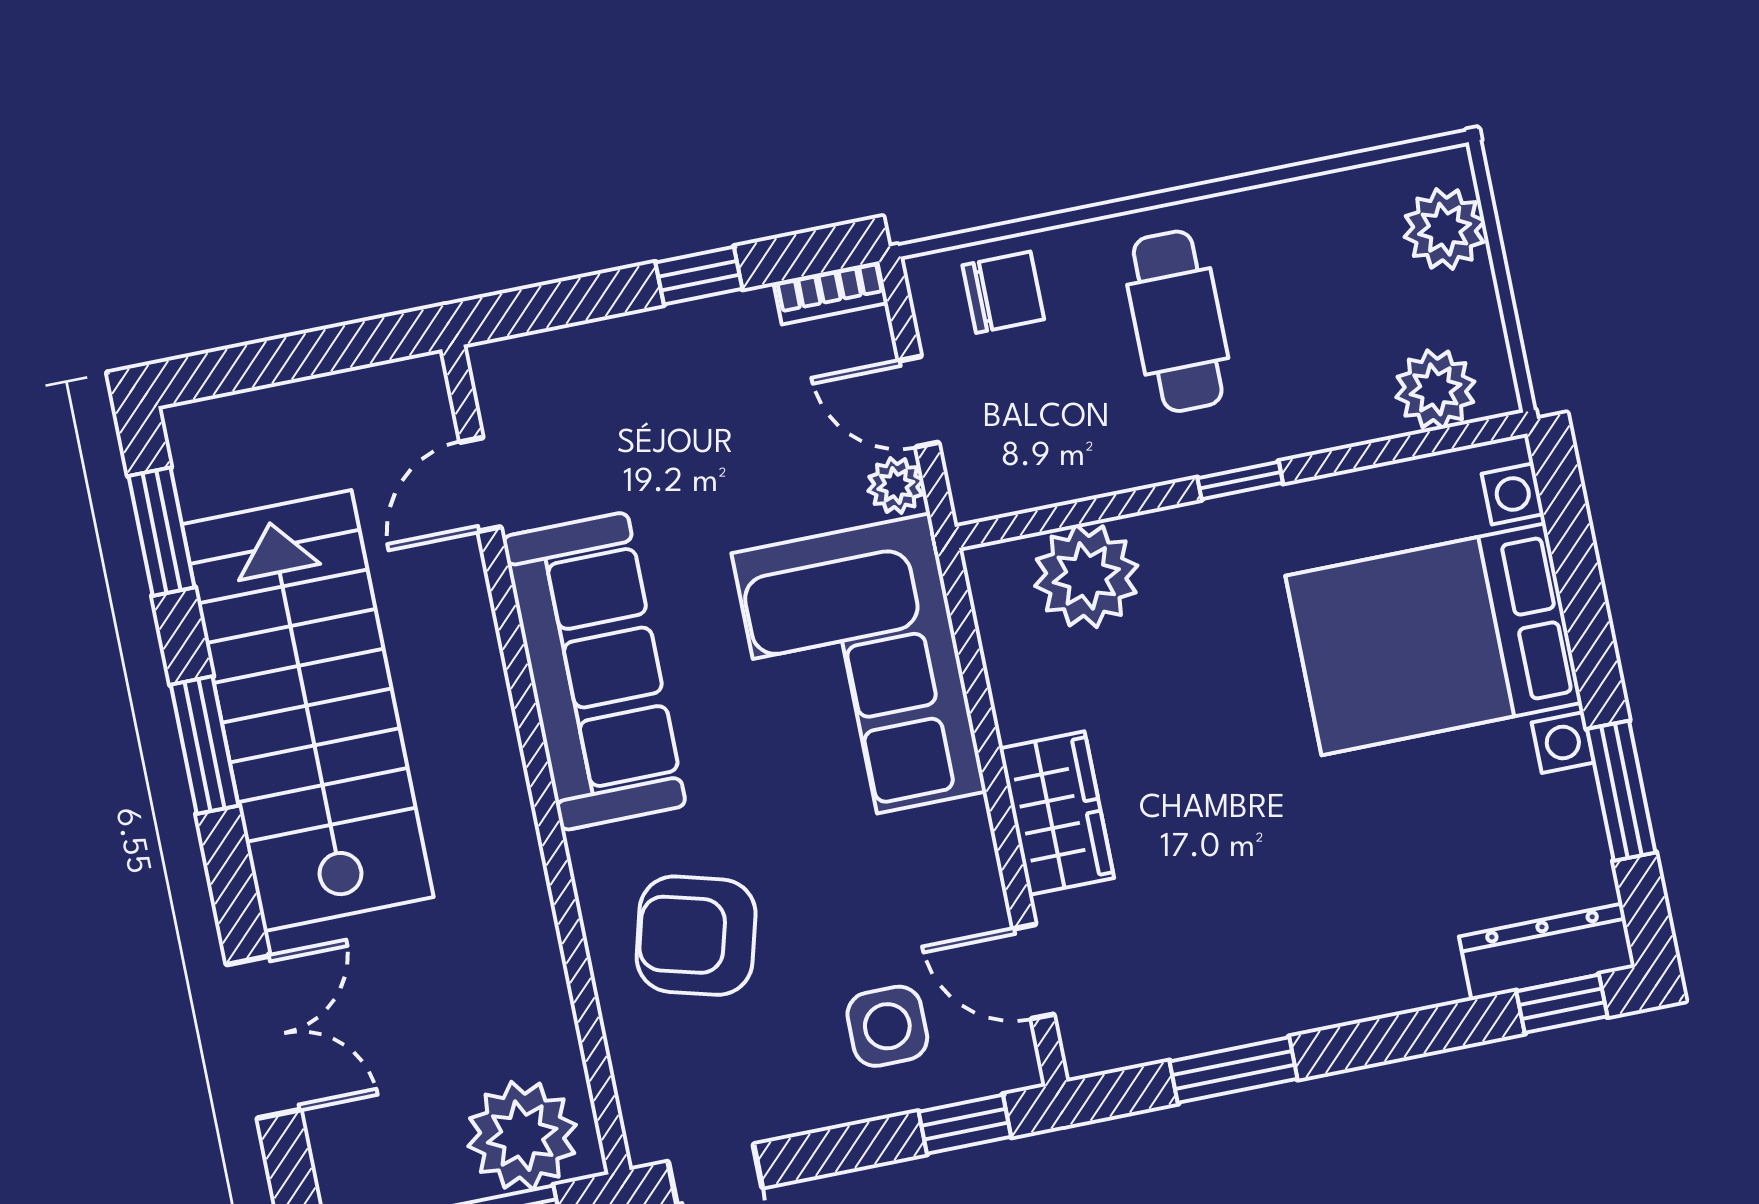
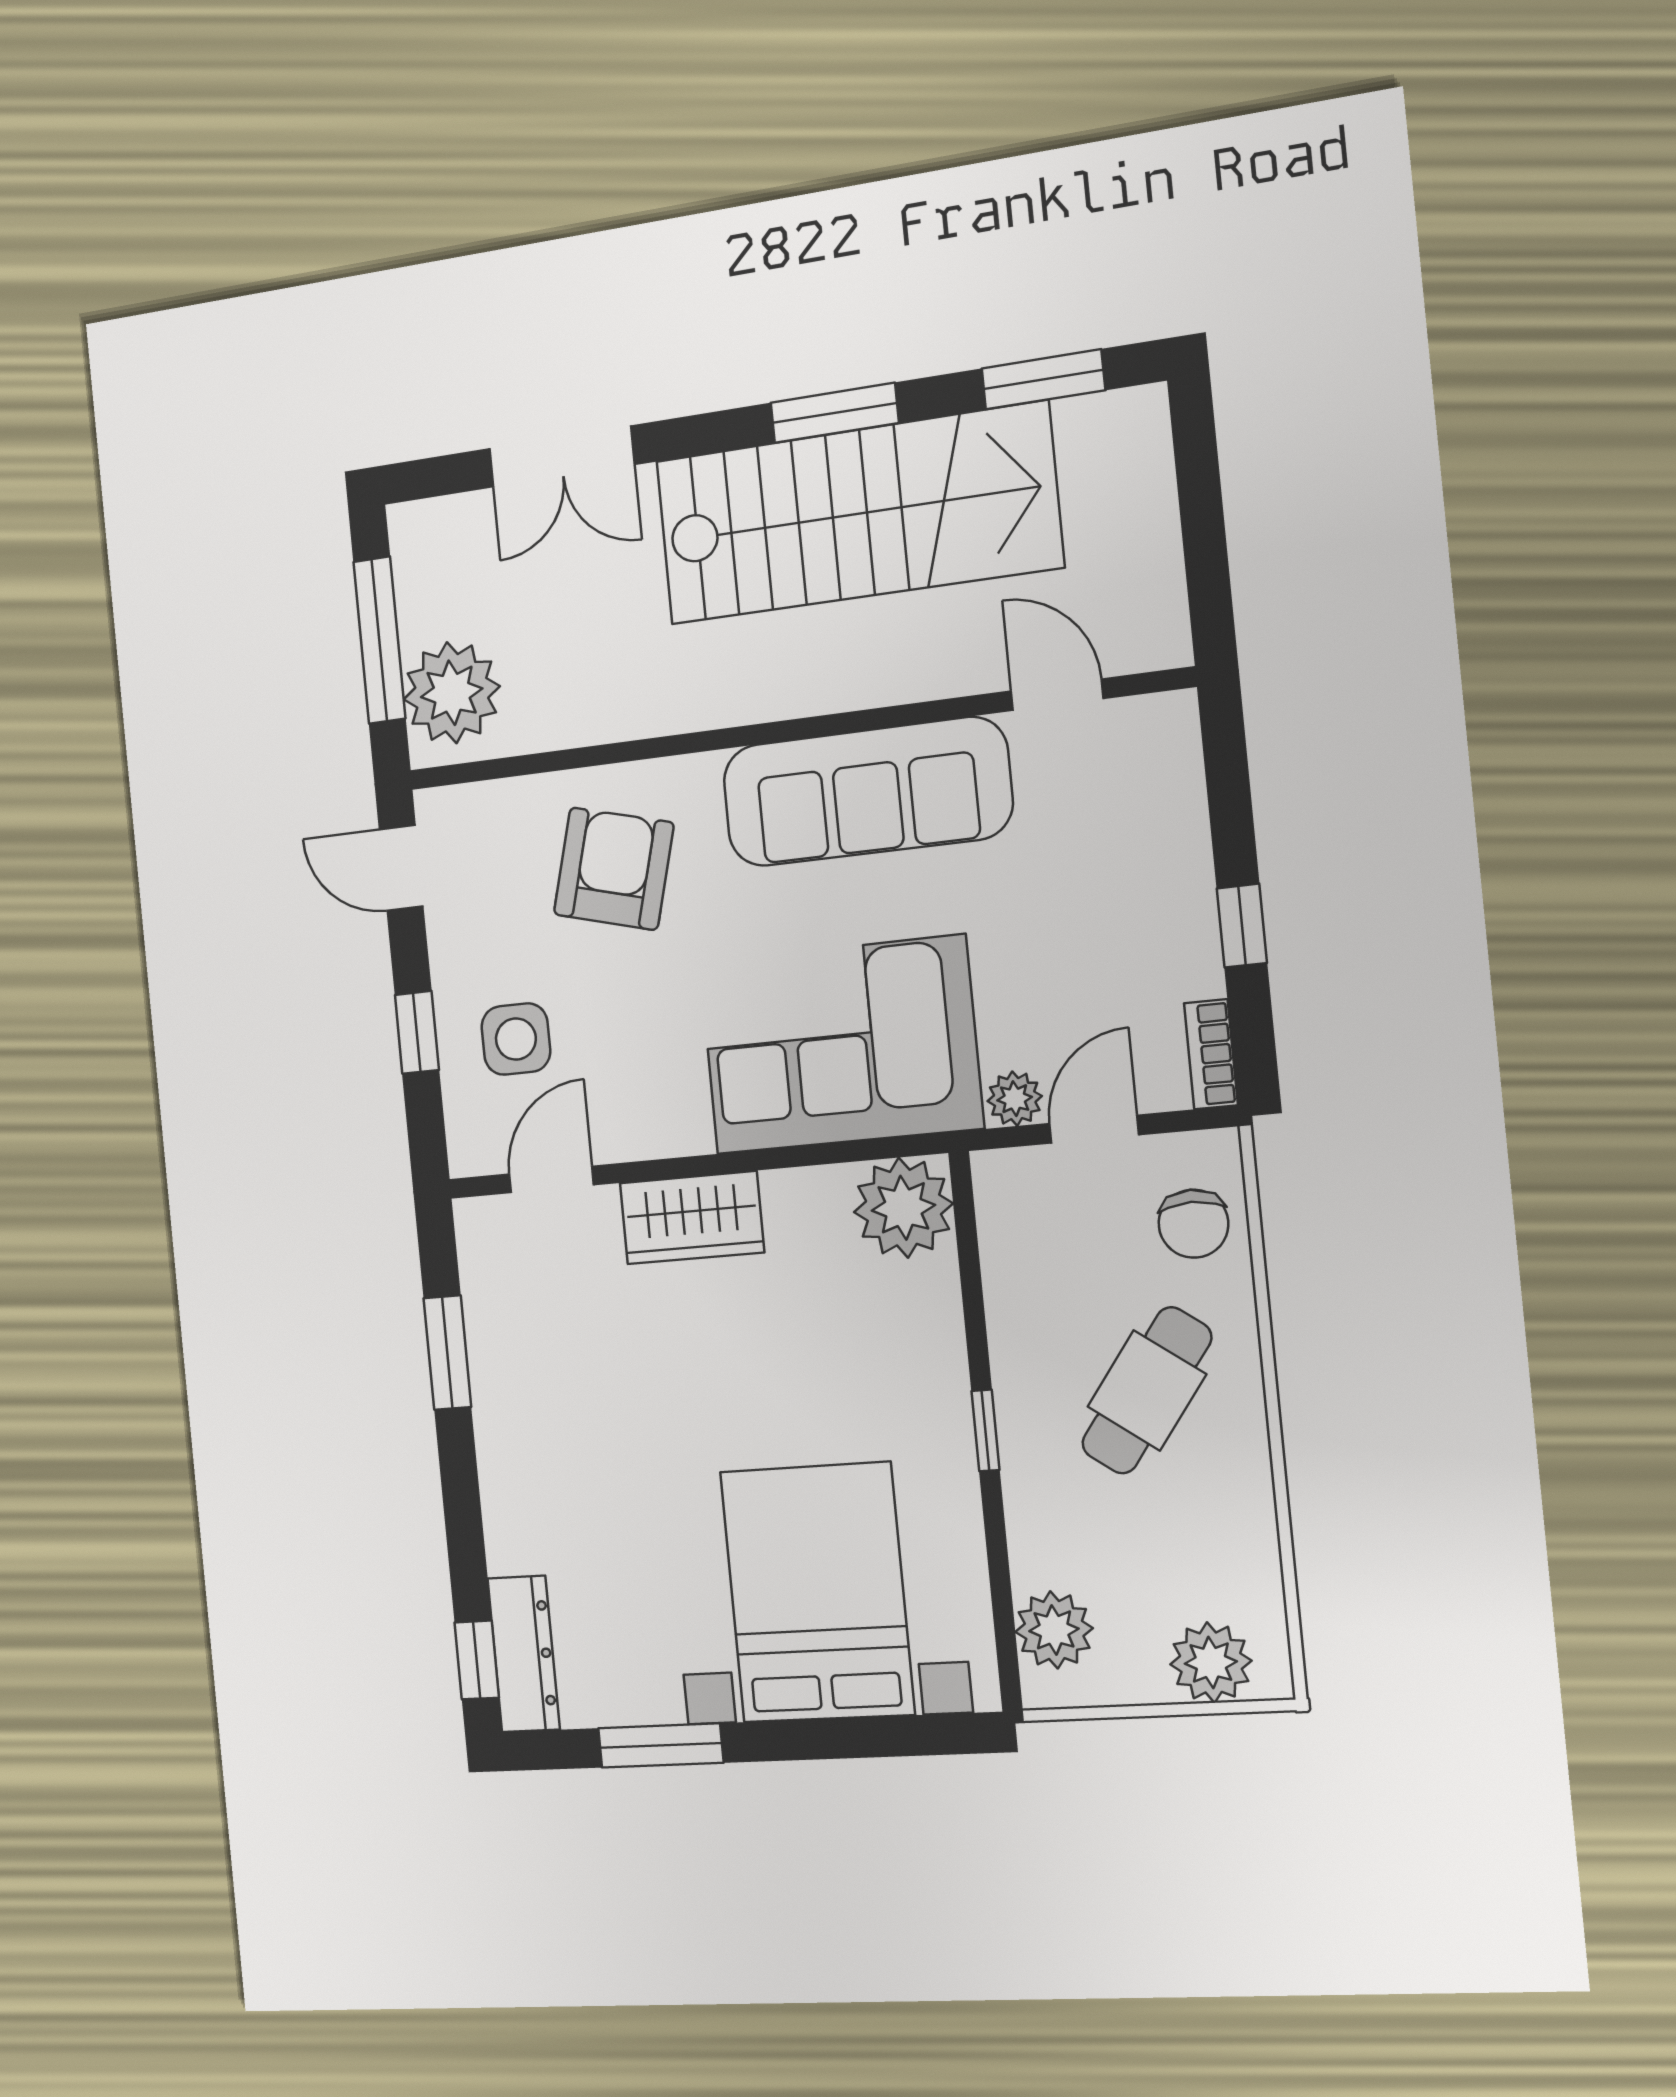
cafe table: (1178, 321) -> (1147, 1390), turned -54
plant: (1086, 576) -> (903, 1208), moved
window: (965, 1124) -> (417, 1032), moved

